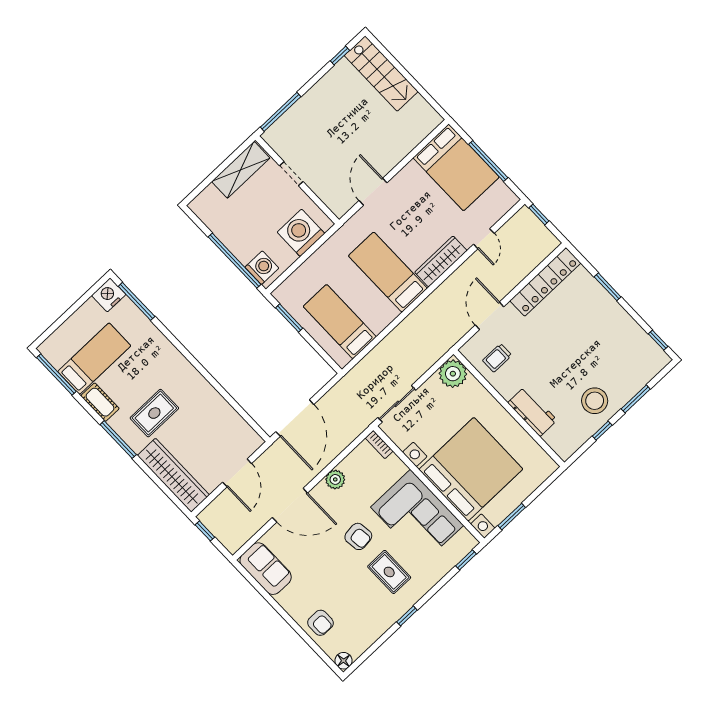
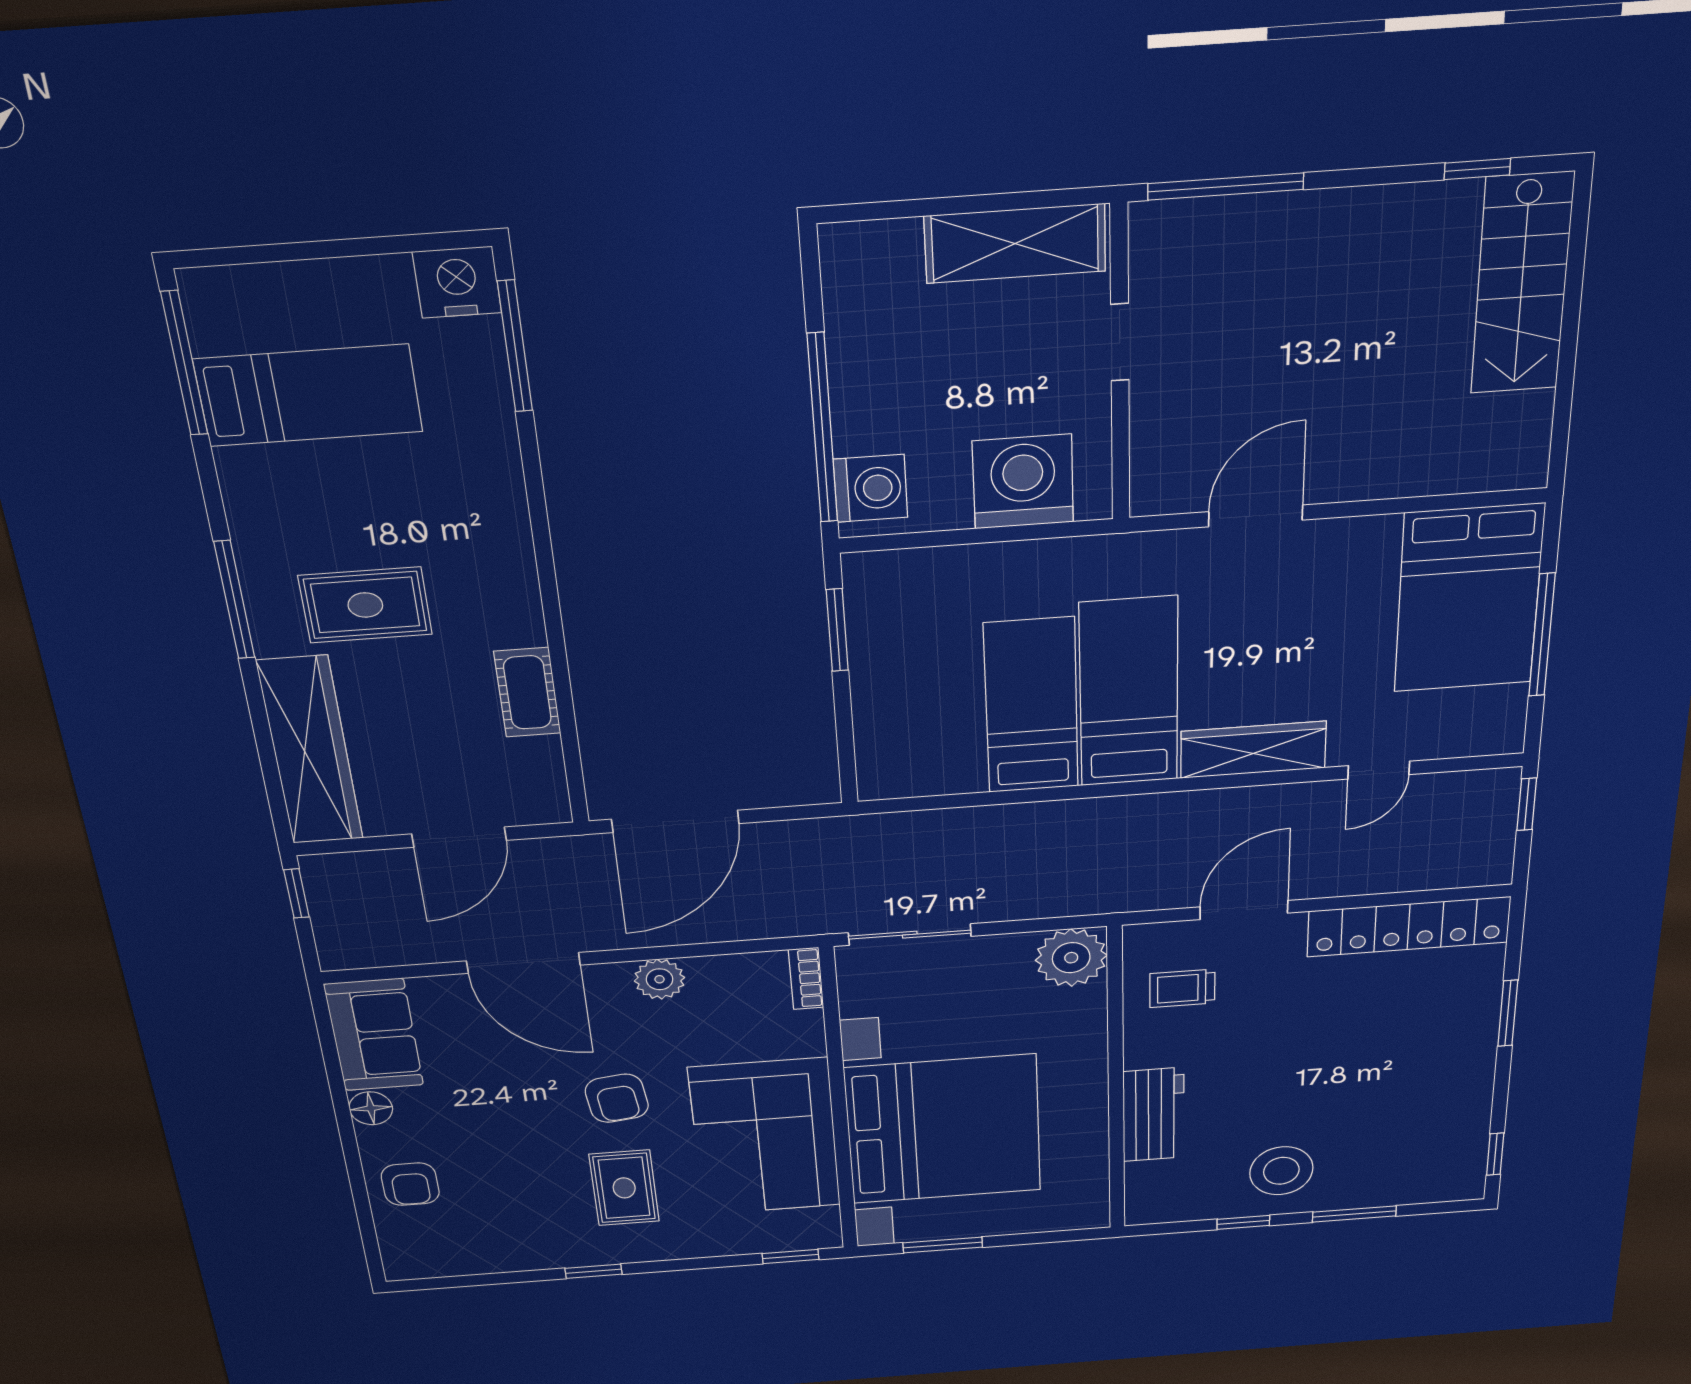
bed: (340, 322) -> (1031, 706), moved
cot: (100, 402) -> (527, 692), moved
floor lamp: (343, 661) -> (371, 1108), moved

